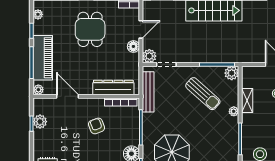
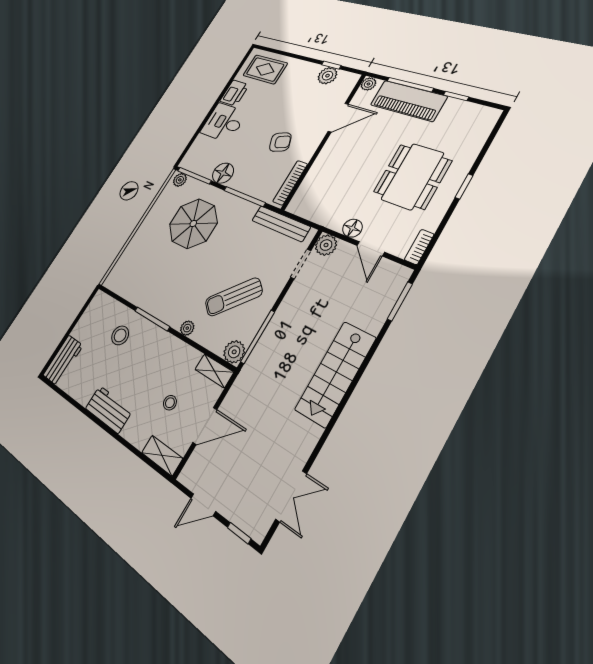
plant: (38, 14) -> (476, 111), removed
dining table: (90, 29) -> (412, 176), width x1.38
dresser: (113, 87) -> (314, 180), removed
shelving: (247, 100) -> (214, 371), moved

